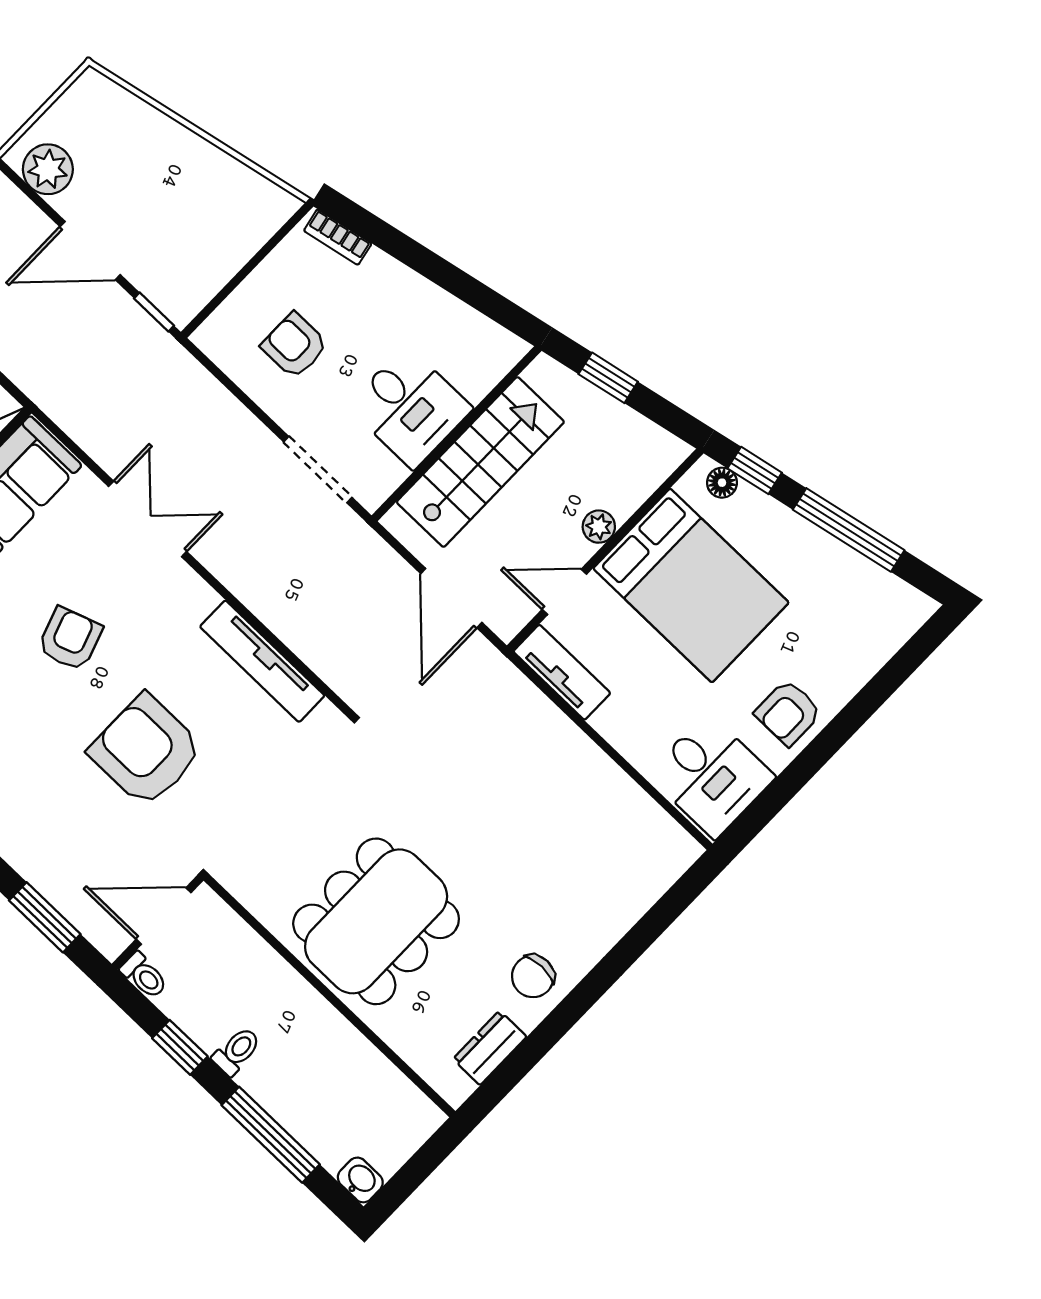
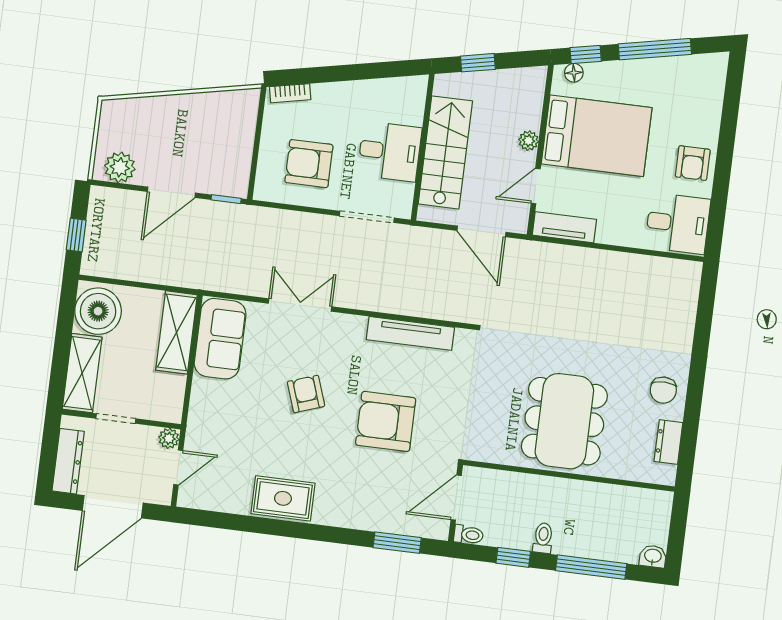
armchair: (294, 346) -> (309, 164), width x1.38, depth x1.38

